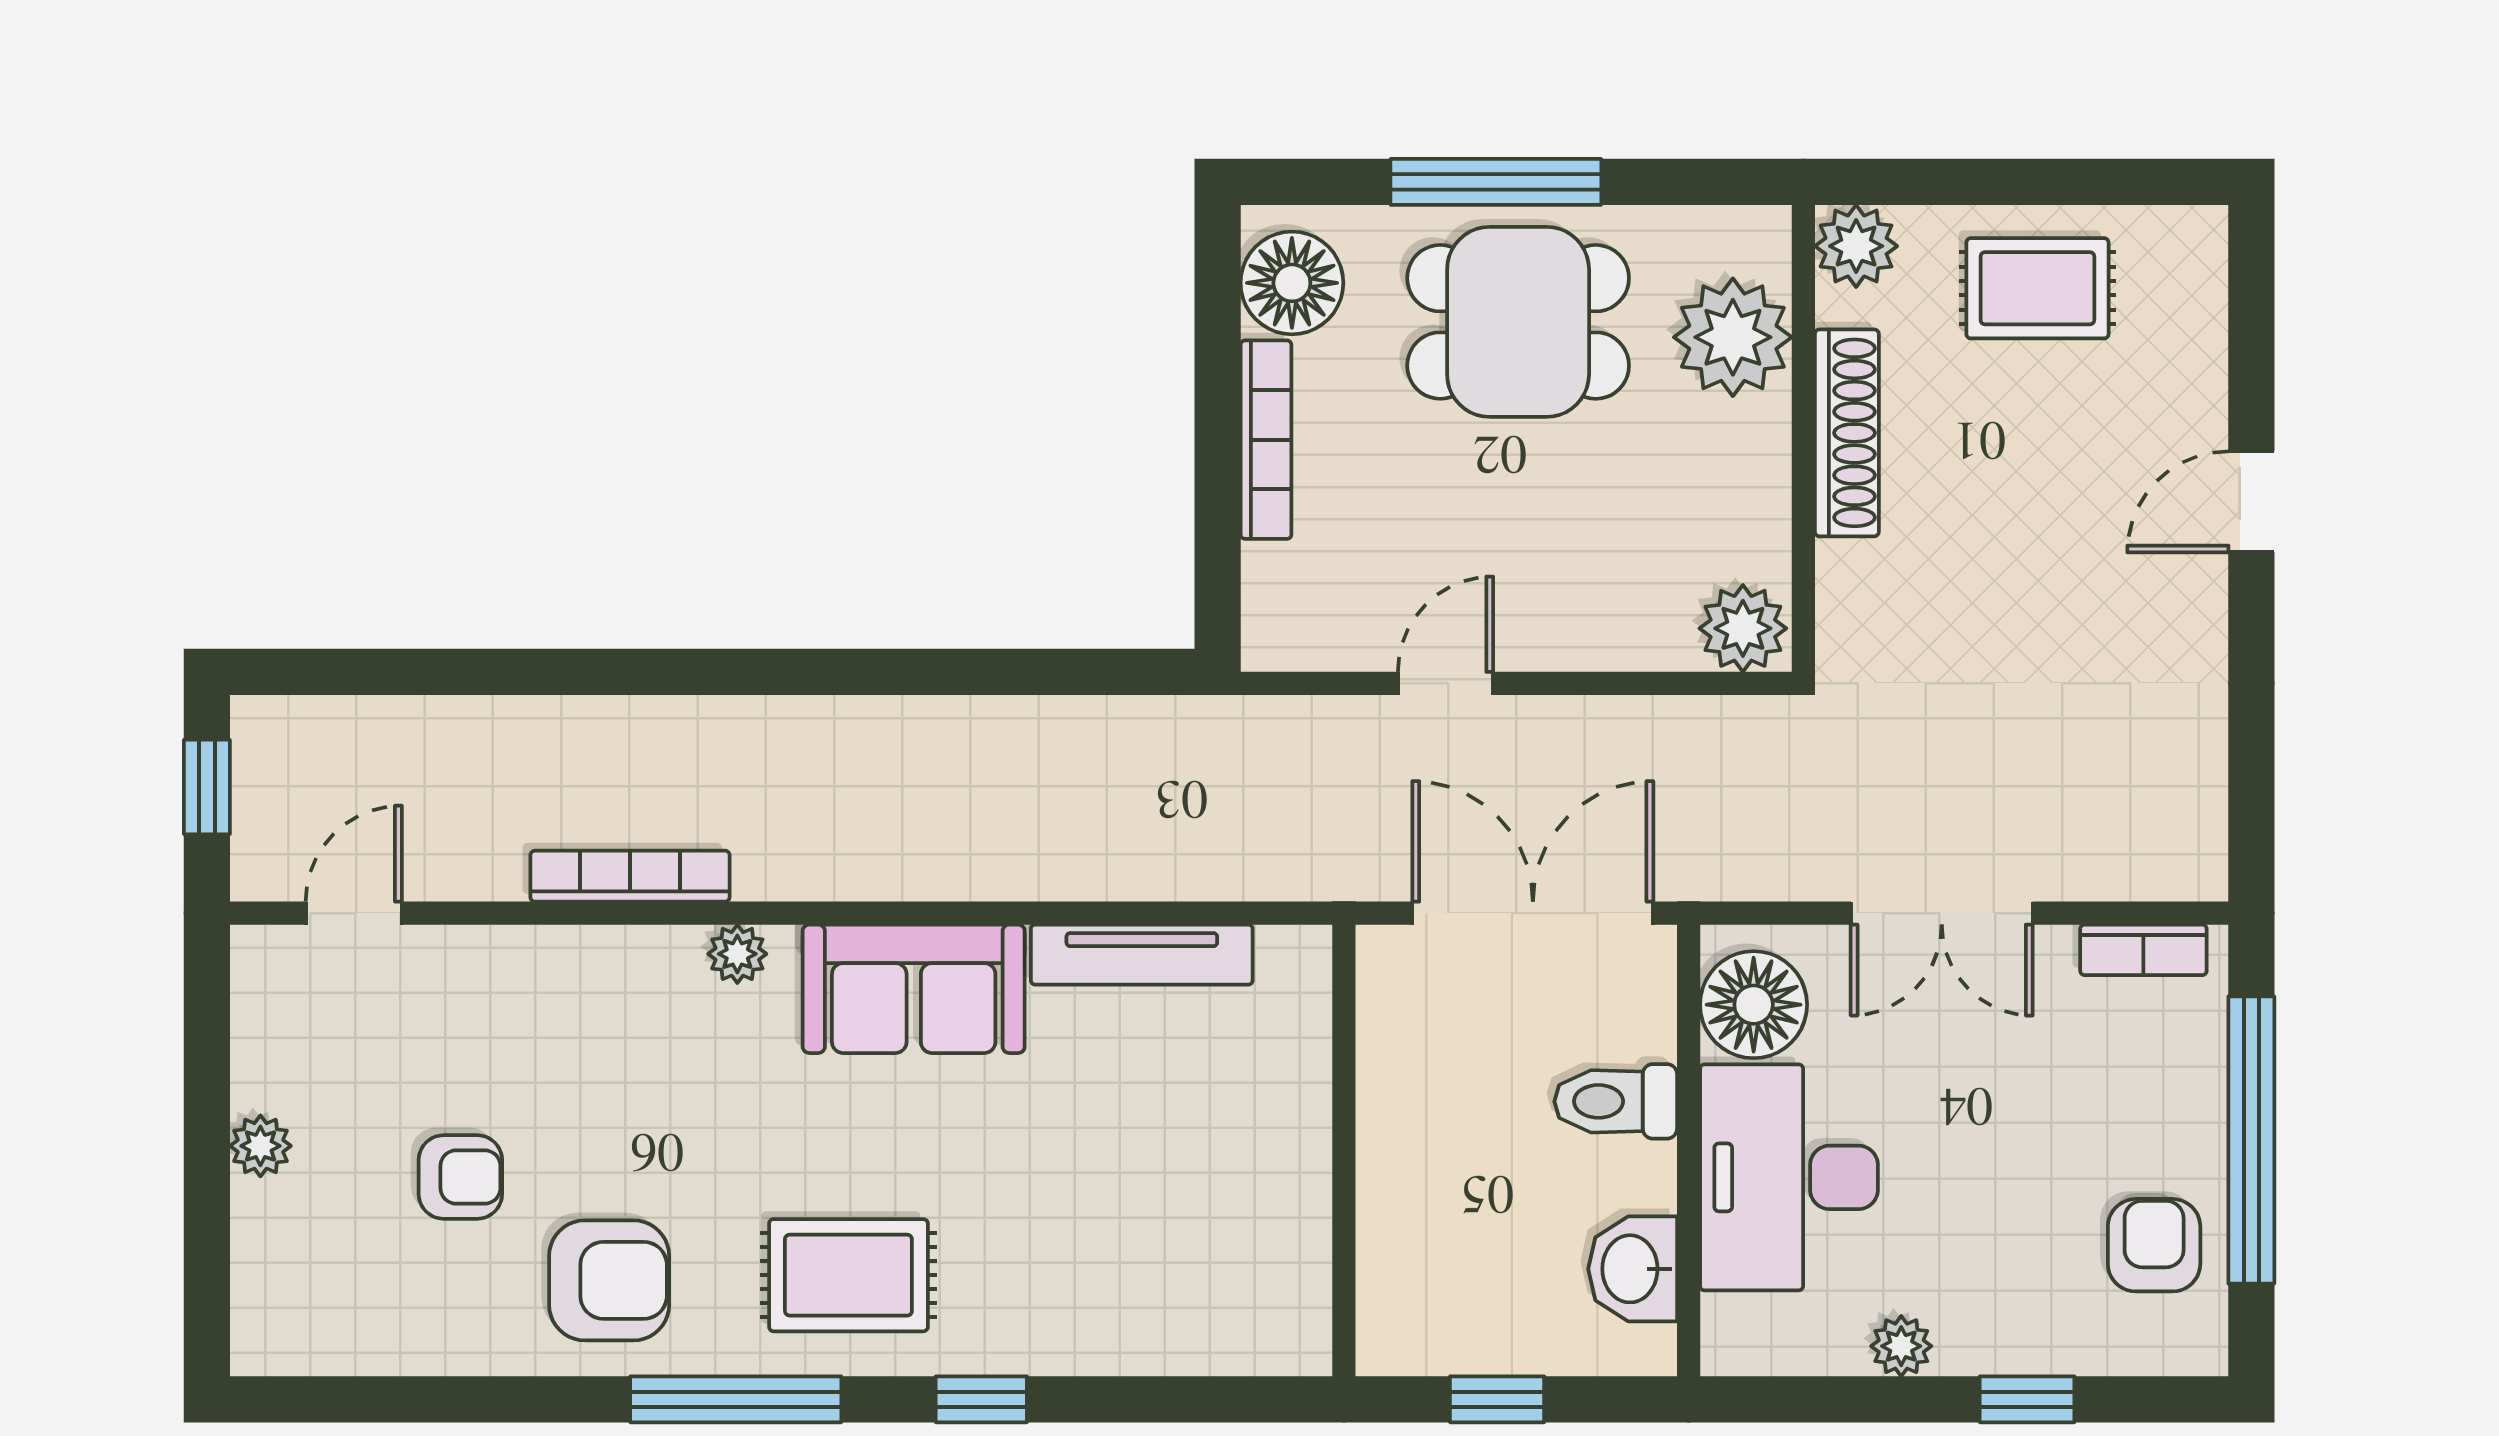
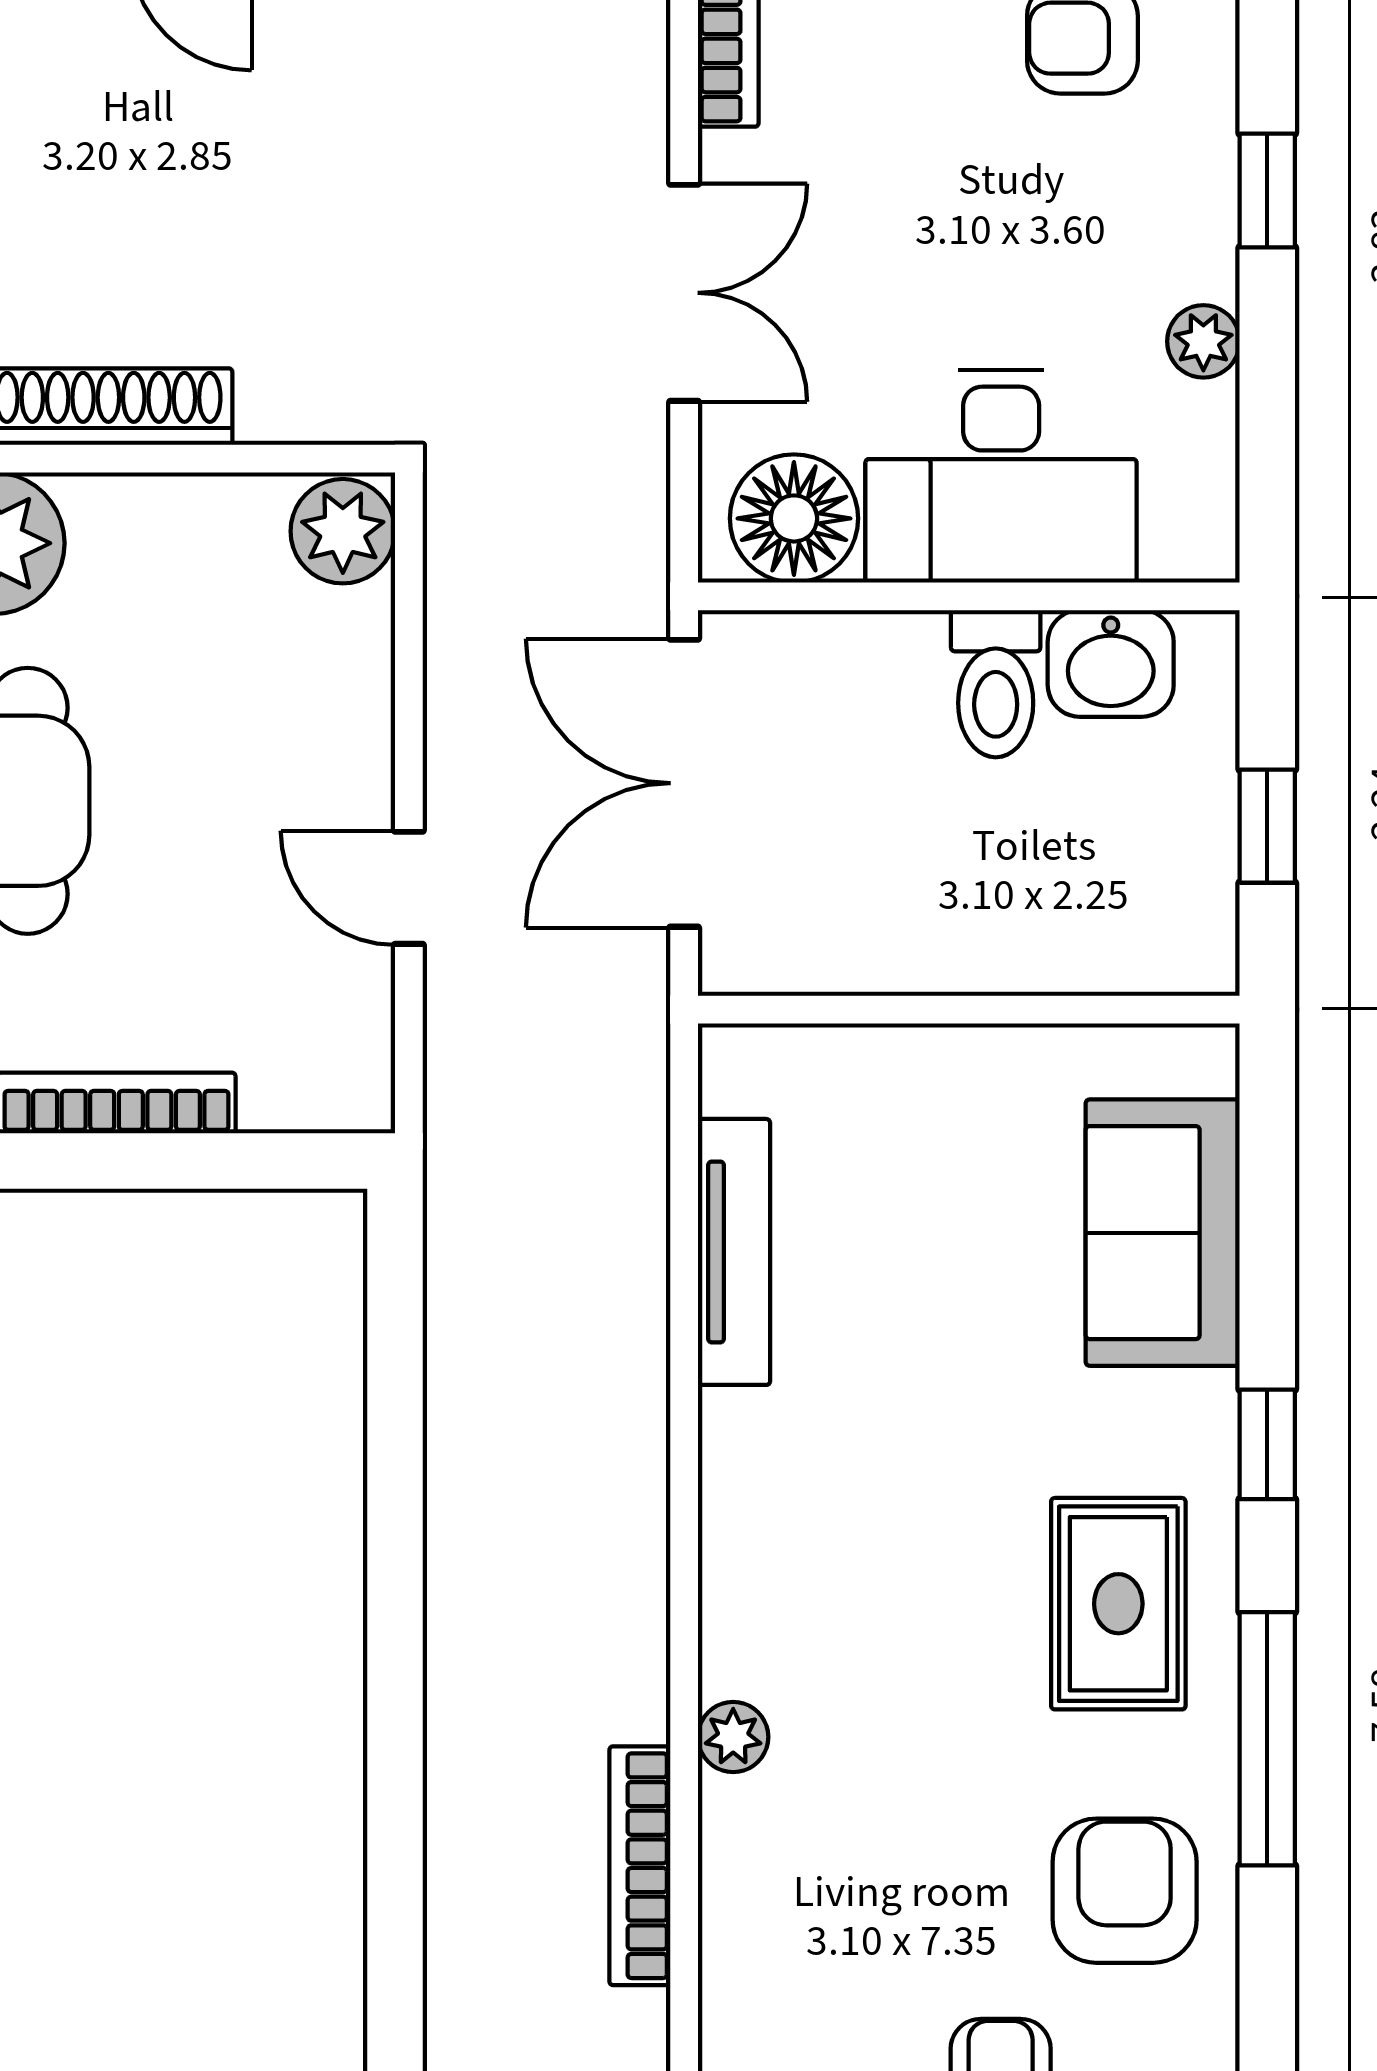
sofa: (914, 989) -> (1163, 1233), moved, turned 180
toilet: (1616, 1101) -> (996, 684), moved

